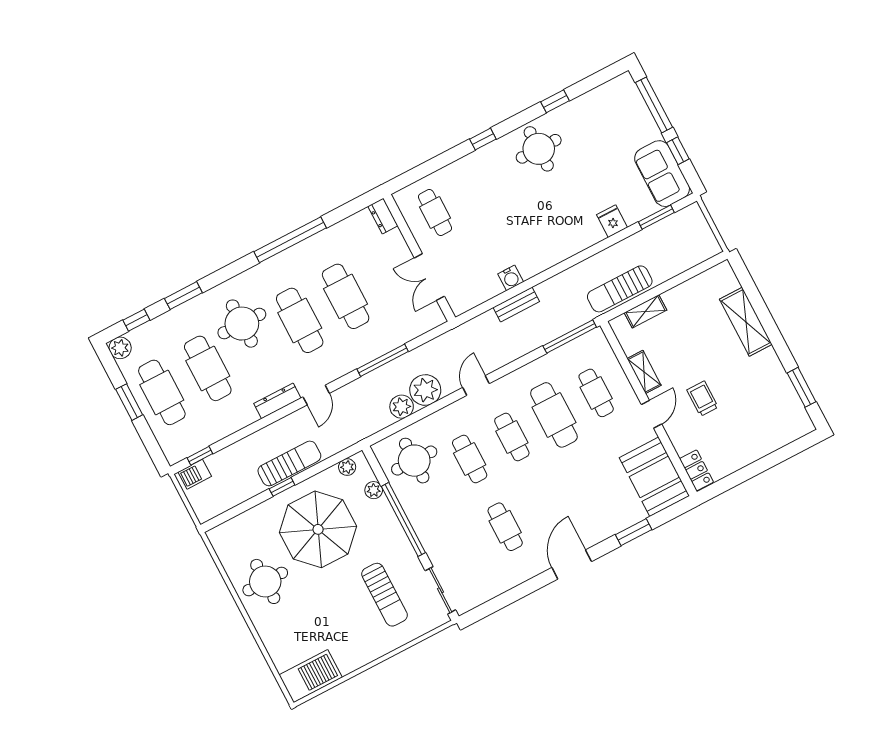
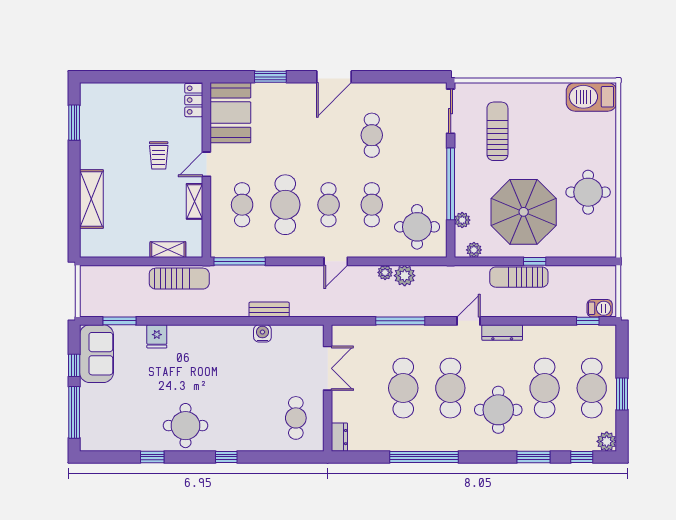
plant: (425, 390) -> (385, 272), width x0.53, depth x0.53

